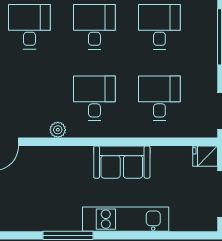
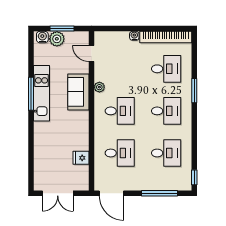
fridge: (205, 156) -> (81, 158), moved, turned -90
sofa: (122, 162) -> (78, 92), moved
kitchen unit: (126, 219) -> (41, 93), moved

